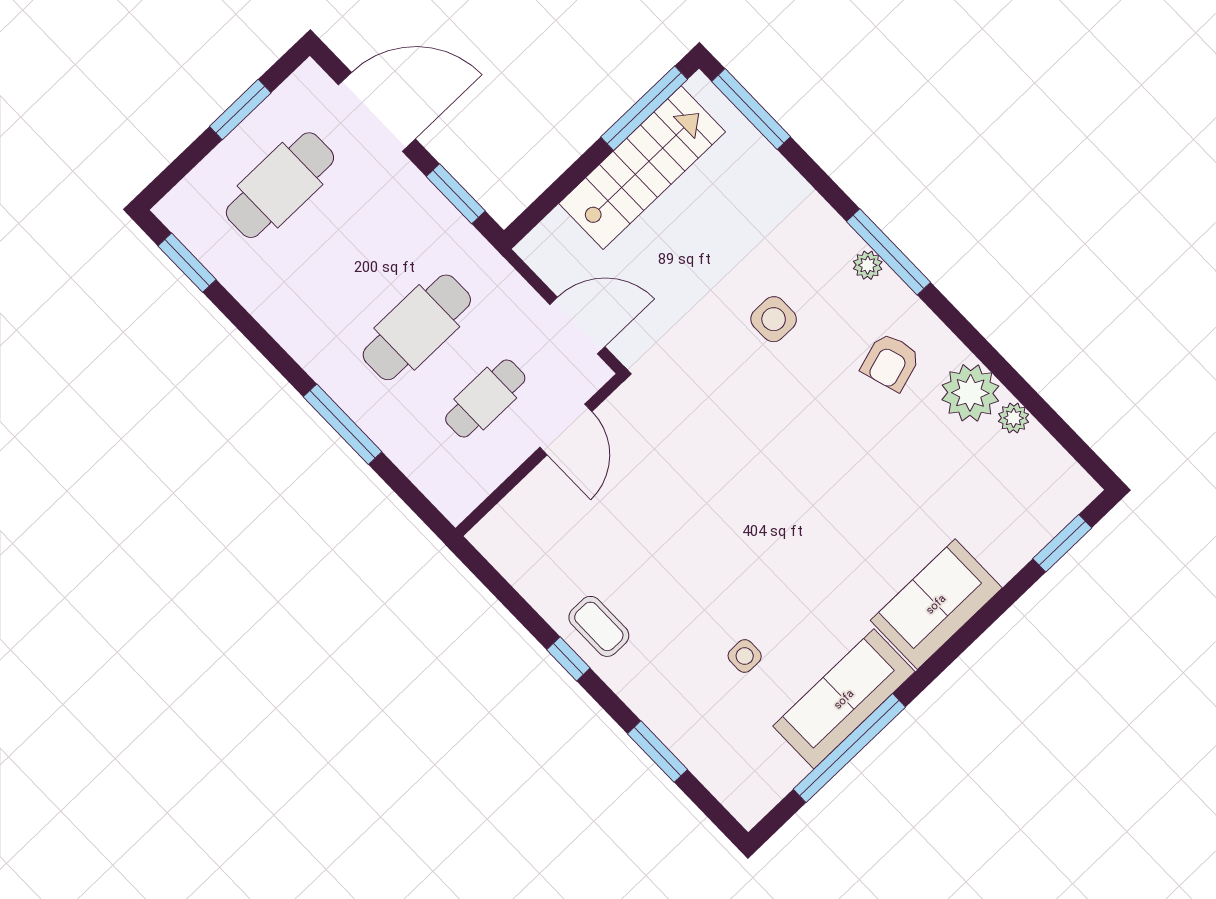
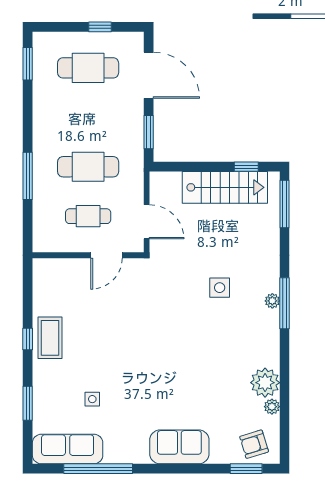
window: (644, 108) -> (246, 167), width x0.46
window: (240, 110) -> (100, 27), width x0.67
armchair: (891, 362) -> (254, 444), moved
coffee table: (599, 626) -> (50, 338), width x1.36, depth x1.30
sofa: (844, 699) -> (68, 449), moved

